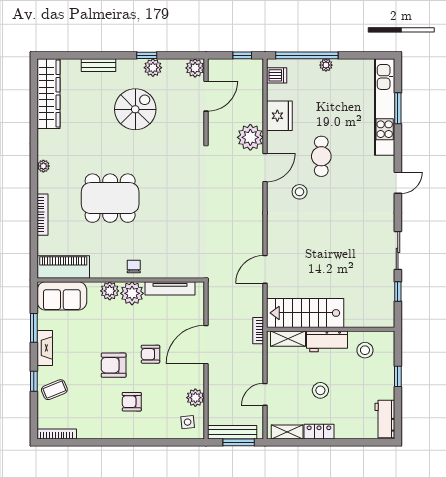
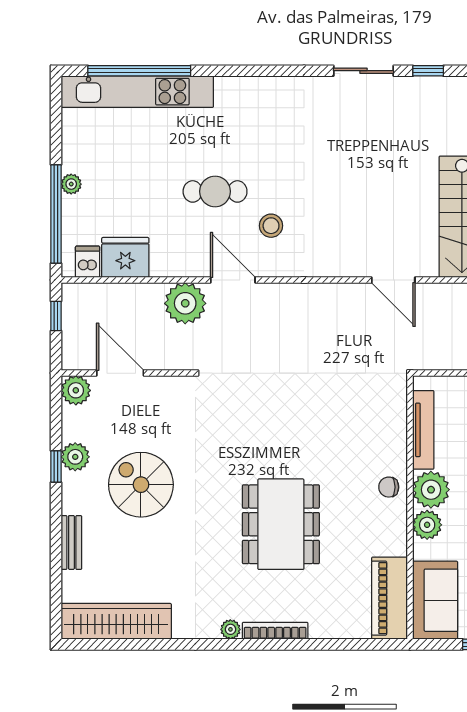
window: (398, 108) -> (139, 71), width x2.11
fridge: (279, 116) -> (125, 257), moved
door: (398, 183) -> (257, 71), removed
bookcase: (42, 215) -> (275, 631), moved

